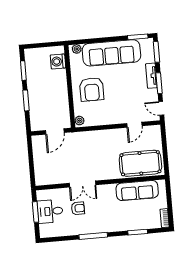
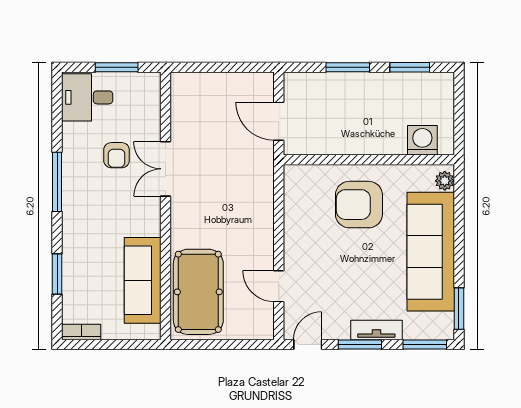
plant: (79, 121) -> (297, 174), removed
desk: (50, 211) -> (87, 97), moved, turned -90

